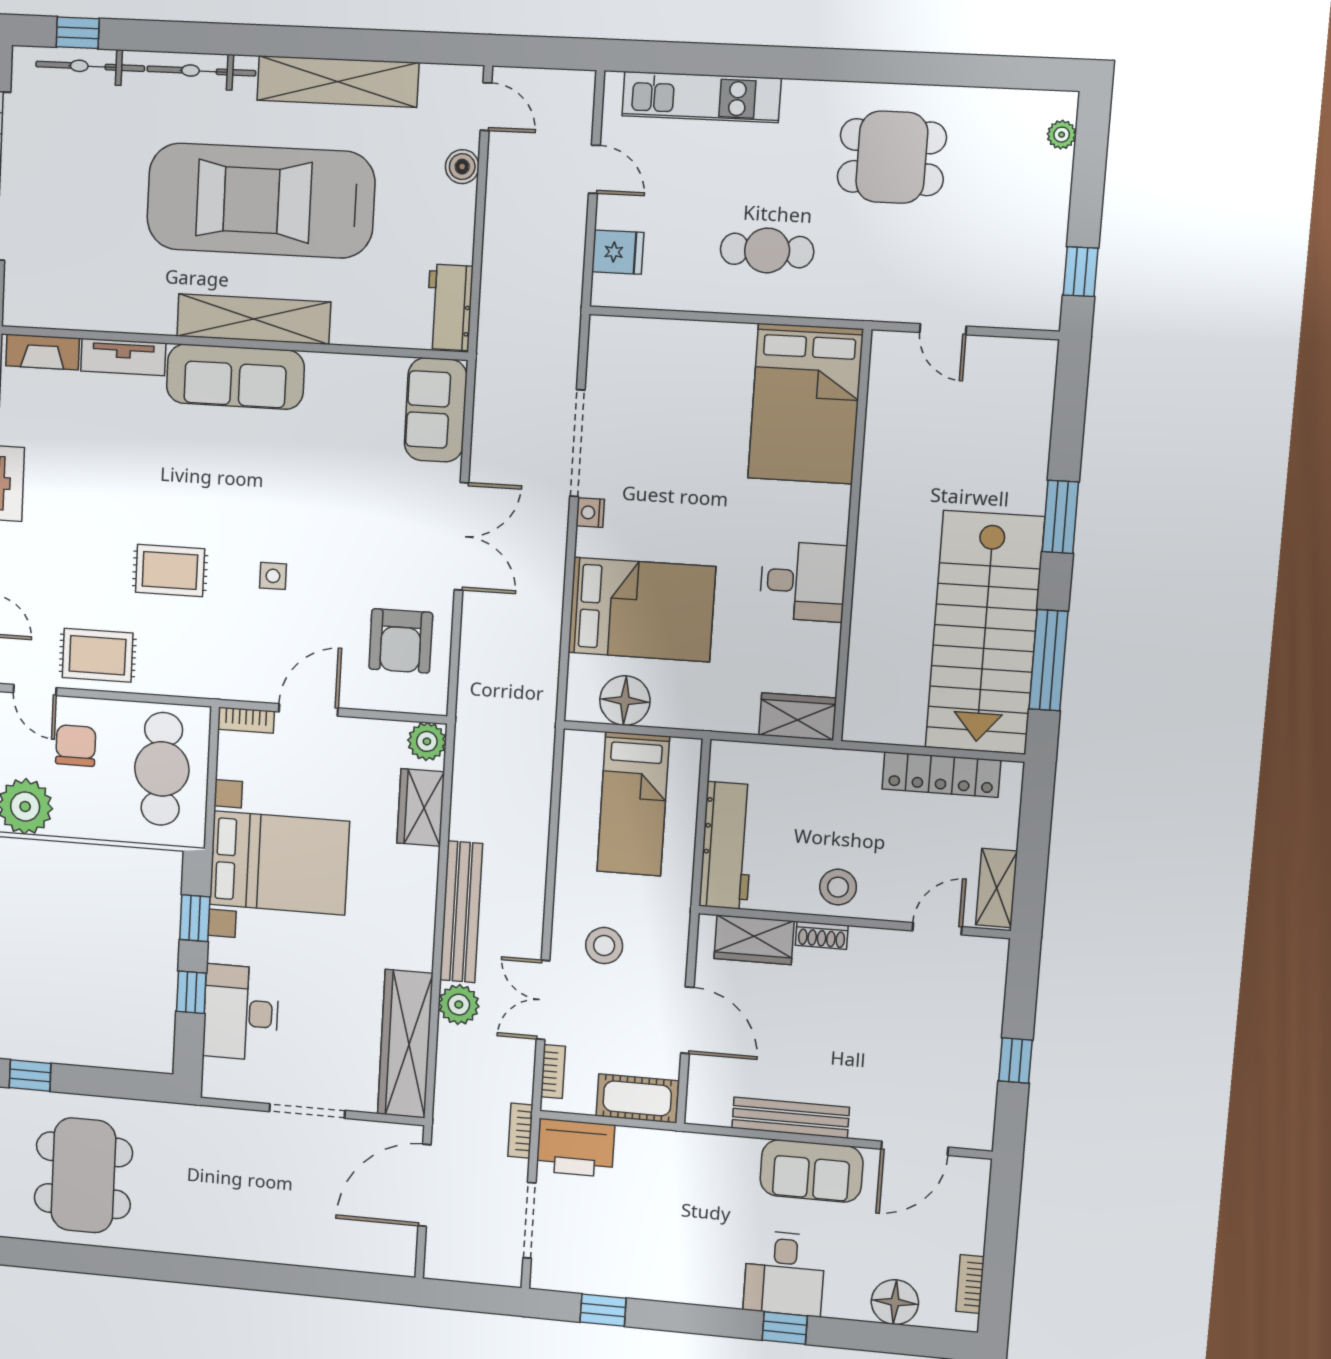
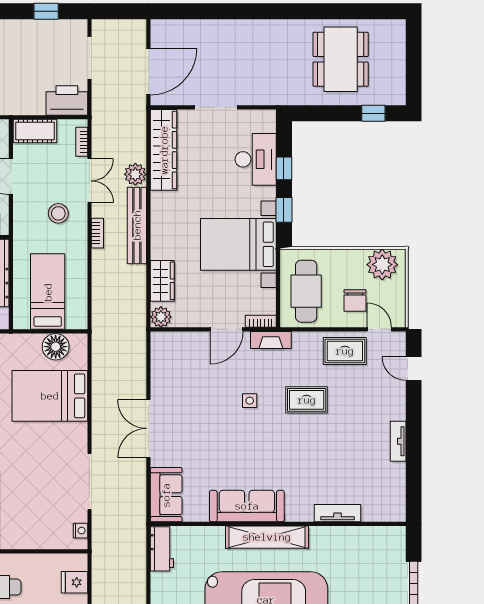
fireplace: (43, 352) -> (271, 340), moved, turned 180
sofa: (235, 377) -> (247, 506), moved
nightstand: (590, 513) -> (80, 531), moved
armchair: (401, 641) -> (178, 370), removed
bookcase: (520, 1131) -> (97, 233), moved

